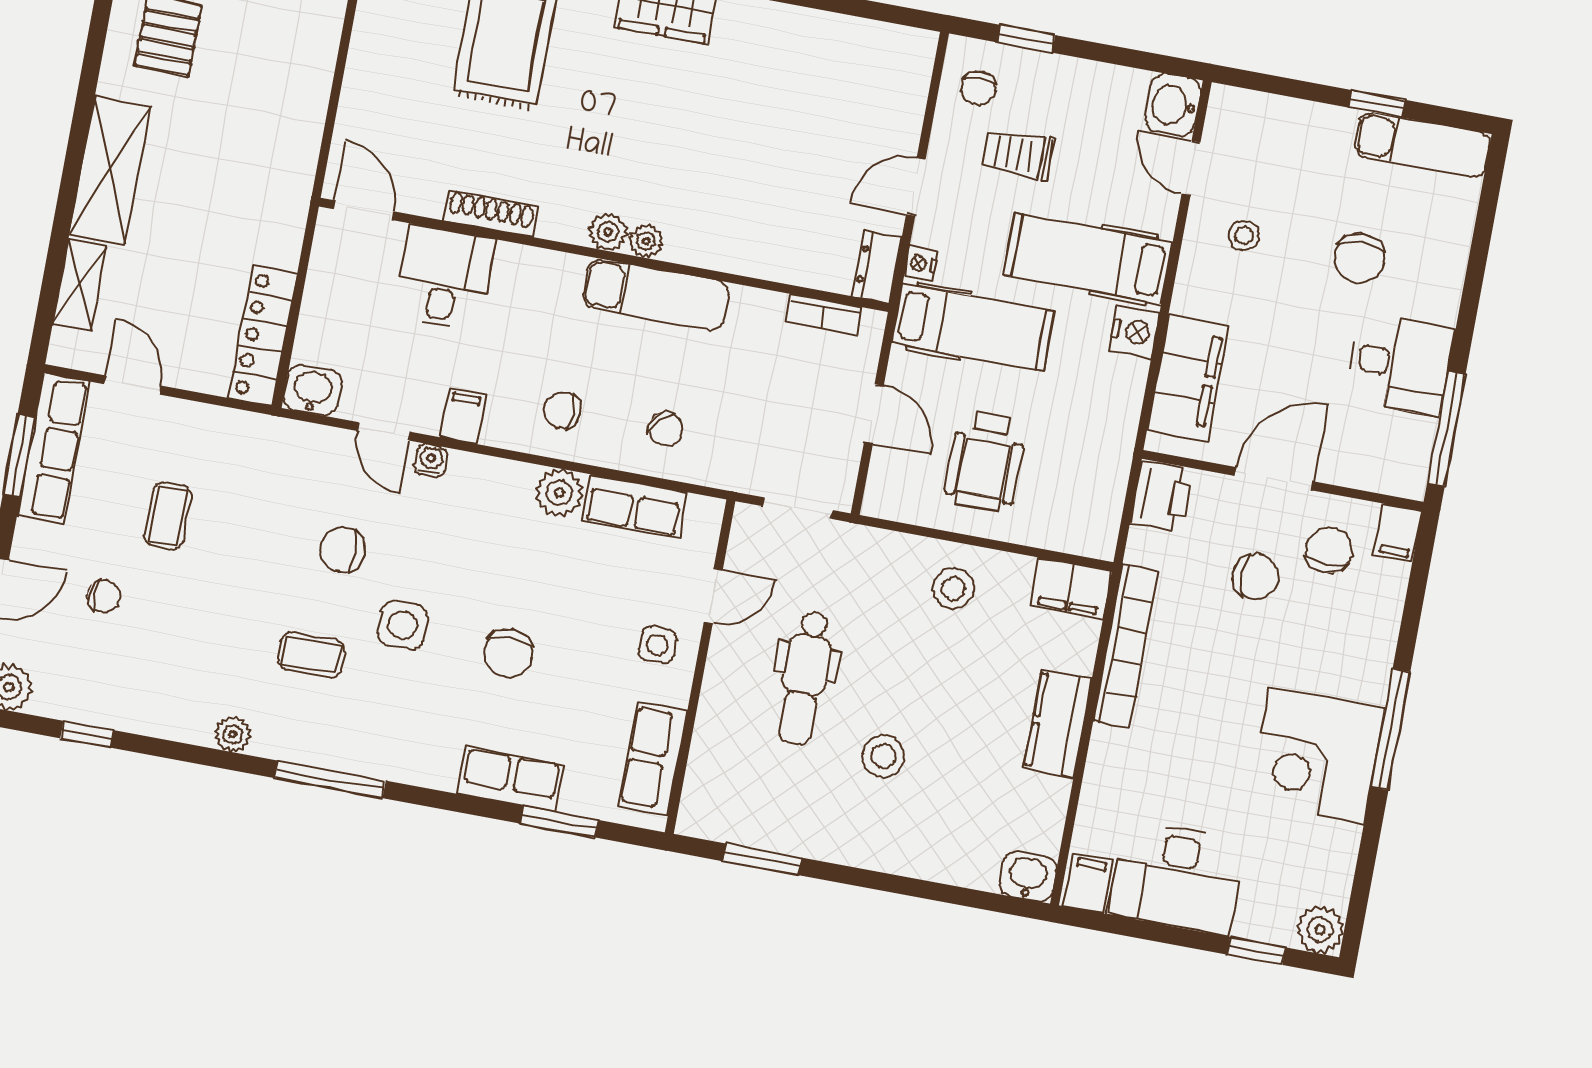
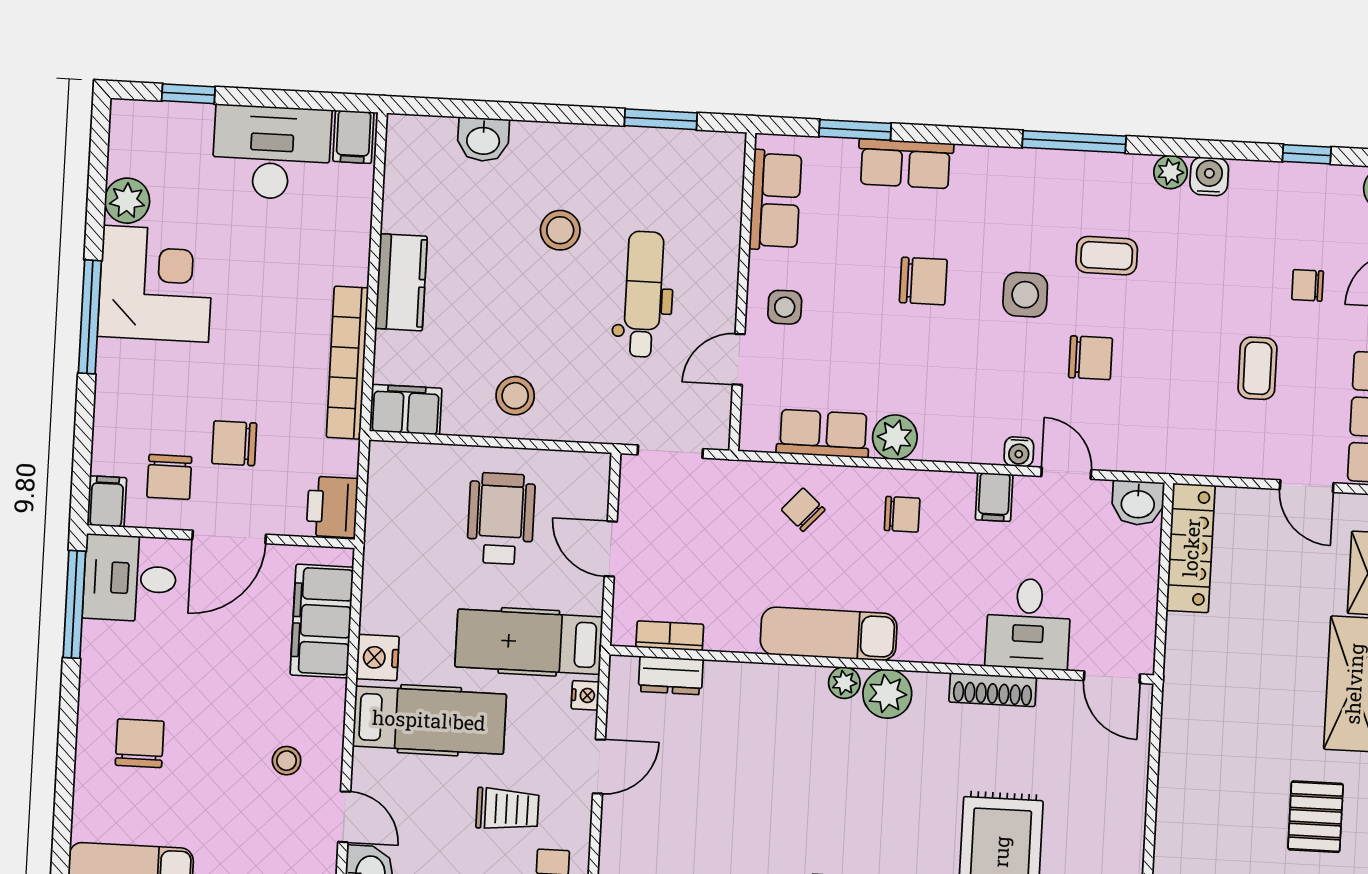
plant: (608, 232) -> (887, 694), width x1.38, depth x1.38
chair: (1359, 258) -> (140, 743), moved
dresser: (877, 267) -> (671, 675), moved, turned 90
desk: (1400, 364) -> (130, 578), moved
chair: (508, 653) -> (923, 281), turned 90
water cooler: (193, 724) -> (1209, 176), added
washbasin: (1028, 876) -> (483, 140), moved
plant: (1320, 929) -> (127, 201), moved

